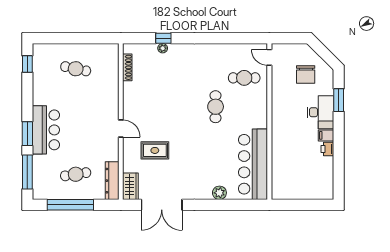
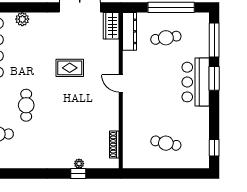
rug: (155, 150) -> (70, 68), moved

